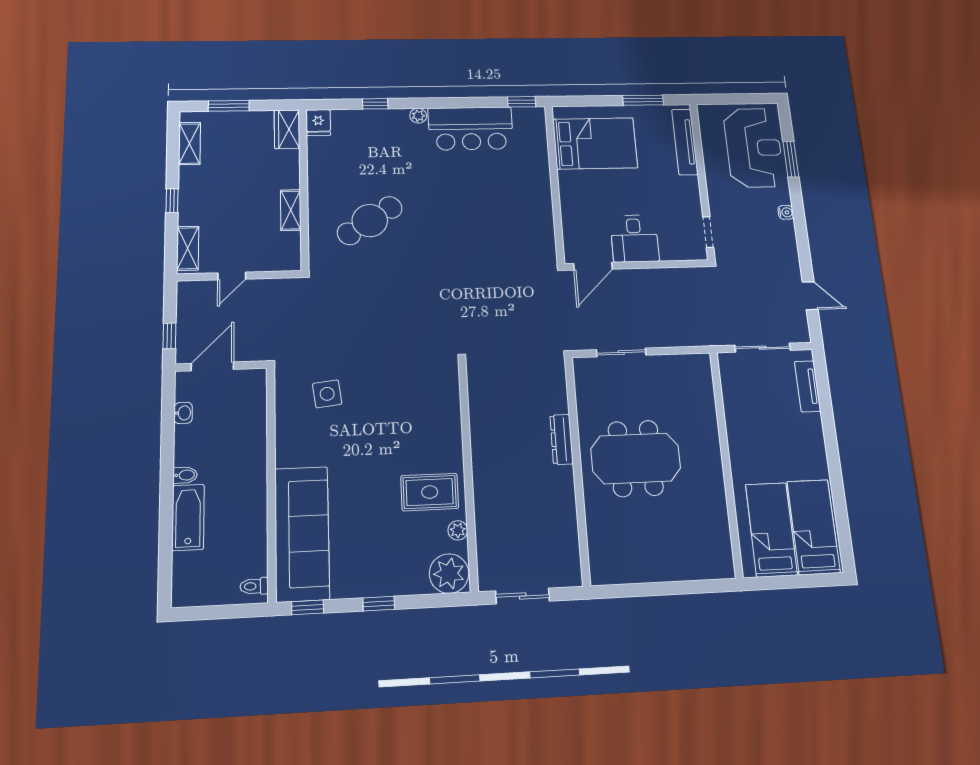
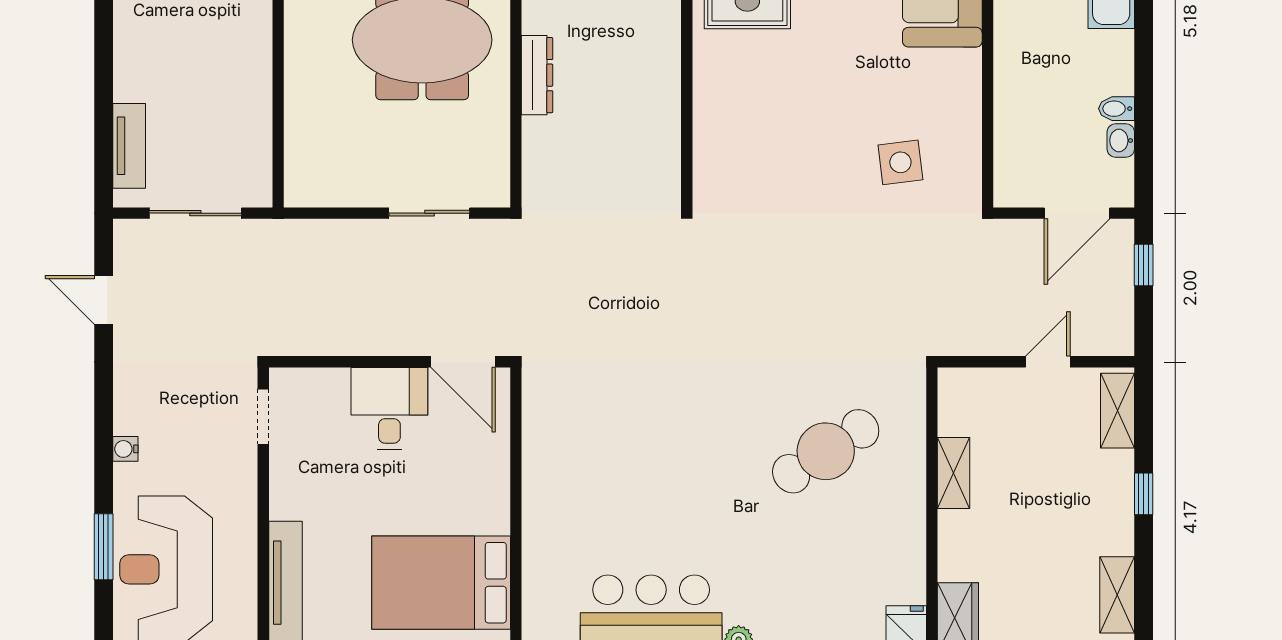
door: (593, 266) -> (463, 362), swing flipped
bidet: (185, 475) -> (1117, 109), moved

